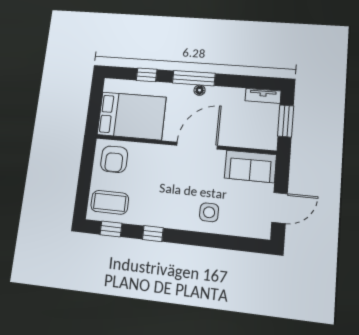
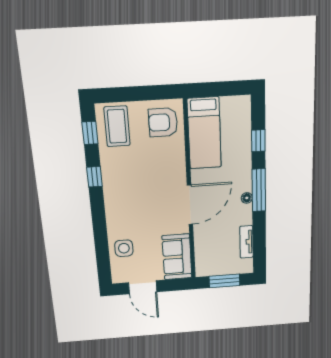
tv unit: (263, 96) -> (246, 242), moved
bed: (132, 116) -> (204, 133), width x0.67
door: (197, 145) -> (190, 205), hinge flipped
side table: (209, 212) -> (124, 248), moved

